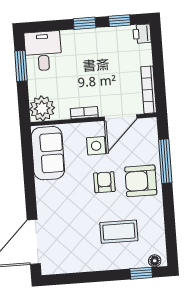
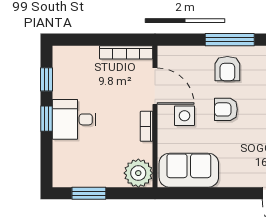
printer: (142, 34) -> (63, 55), removed
desk: (43, 51) -> (74, 119), moved
window: (165, 161) -> (230, 40), moved
armchair: (141, 181) -> (227, 69), width x0.72, depth x0.72

